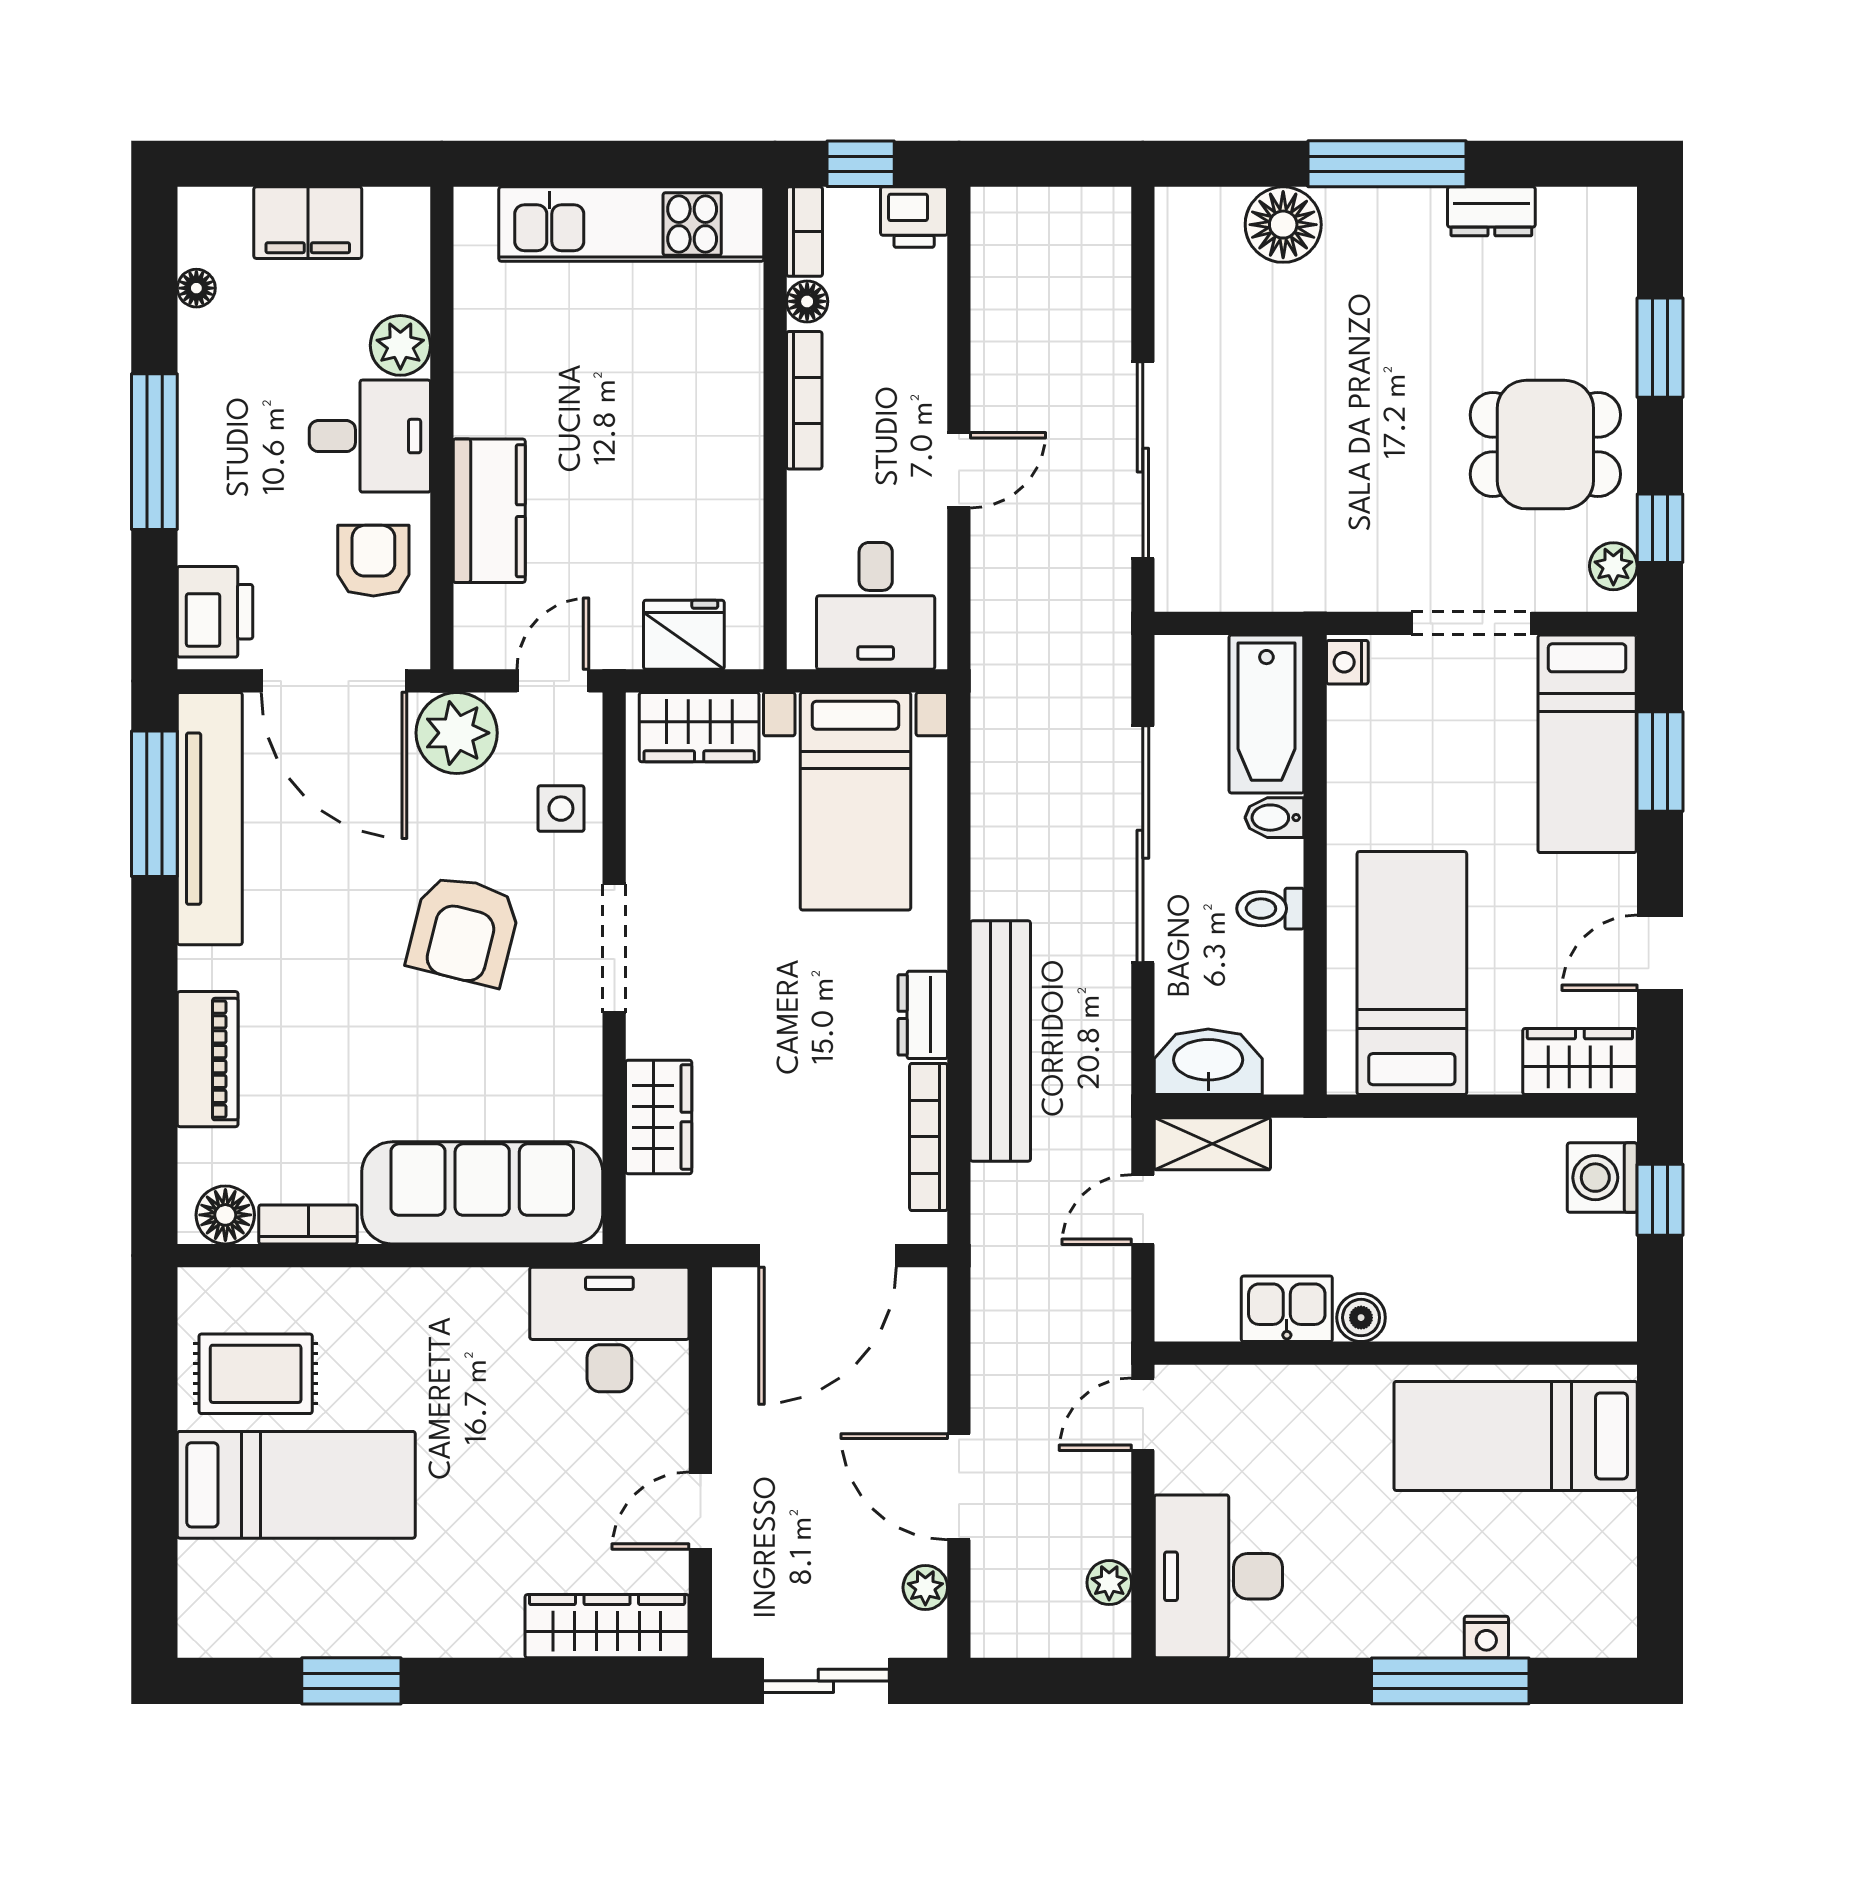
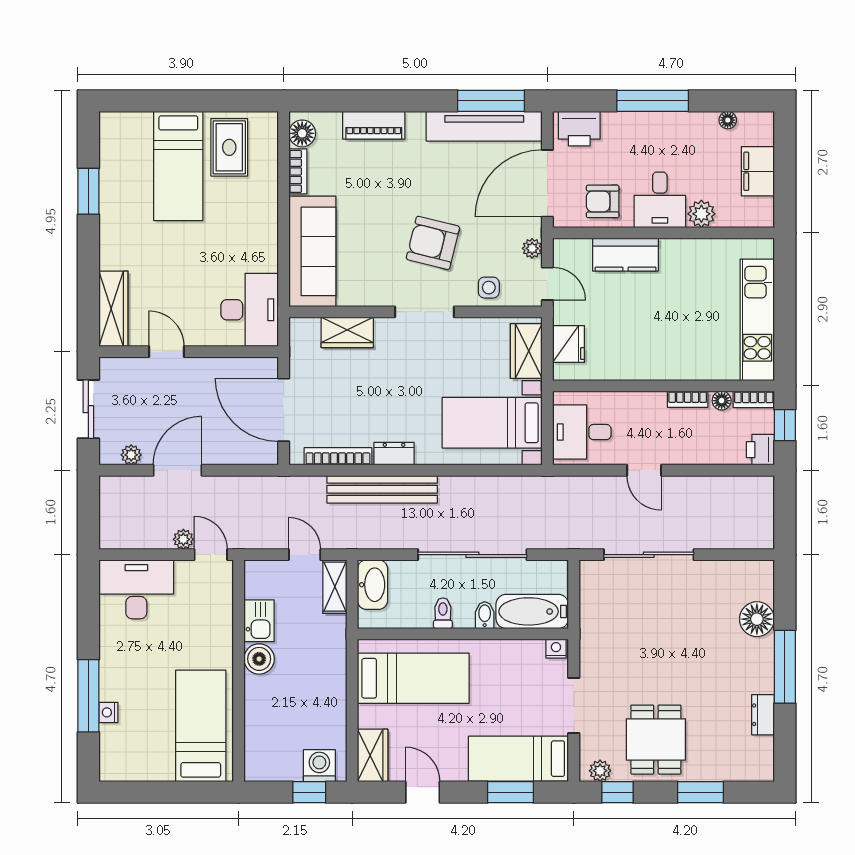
bookcase: (804, 400) -> (688, 399), width x0.64
armchair: (373, 561) -> (603, 201), turned 180
plant: (457, 733) -> (532, 248), width x0.53, depth x0.53
boiler: (1361, 1318) -> (259, 659), width x1.36, depth x1.36
plant: (1109, 1583) -> (183, 539), moved

